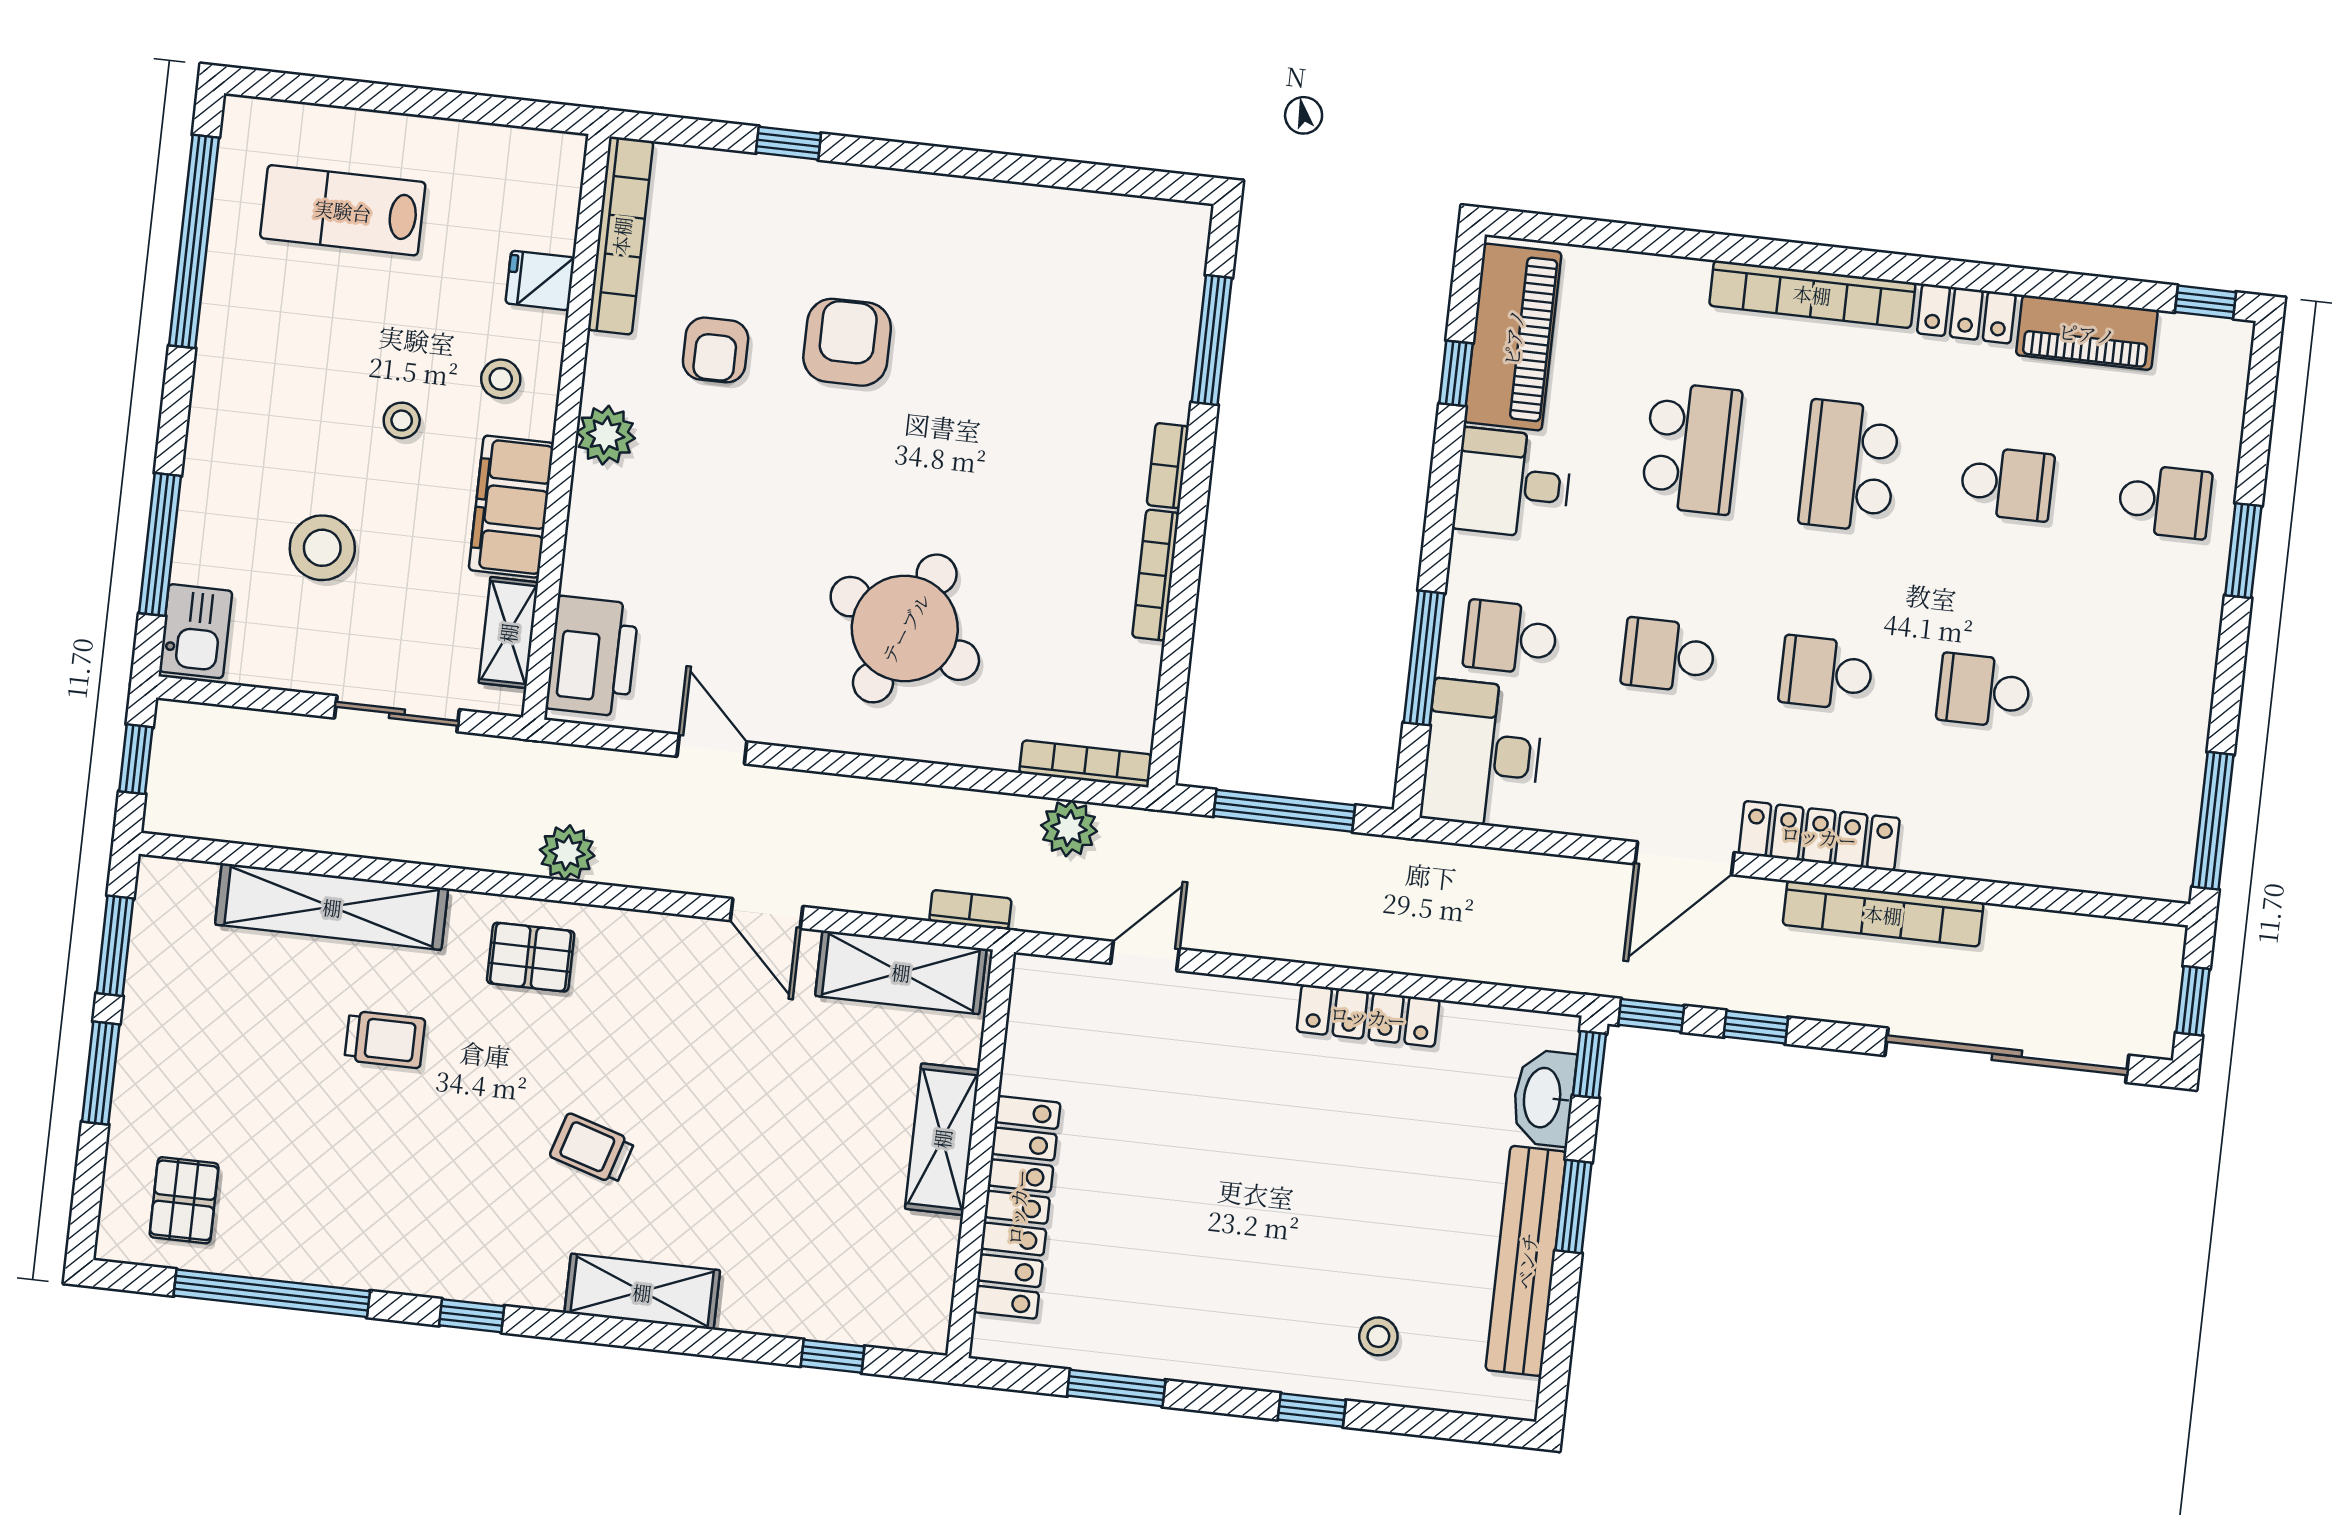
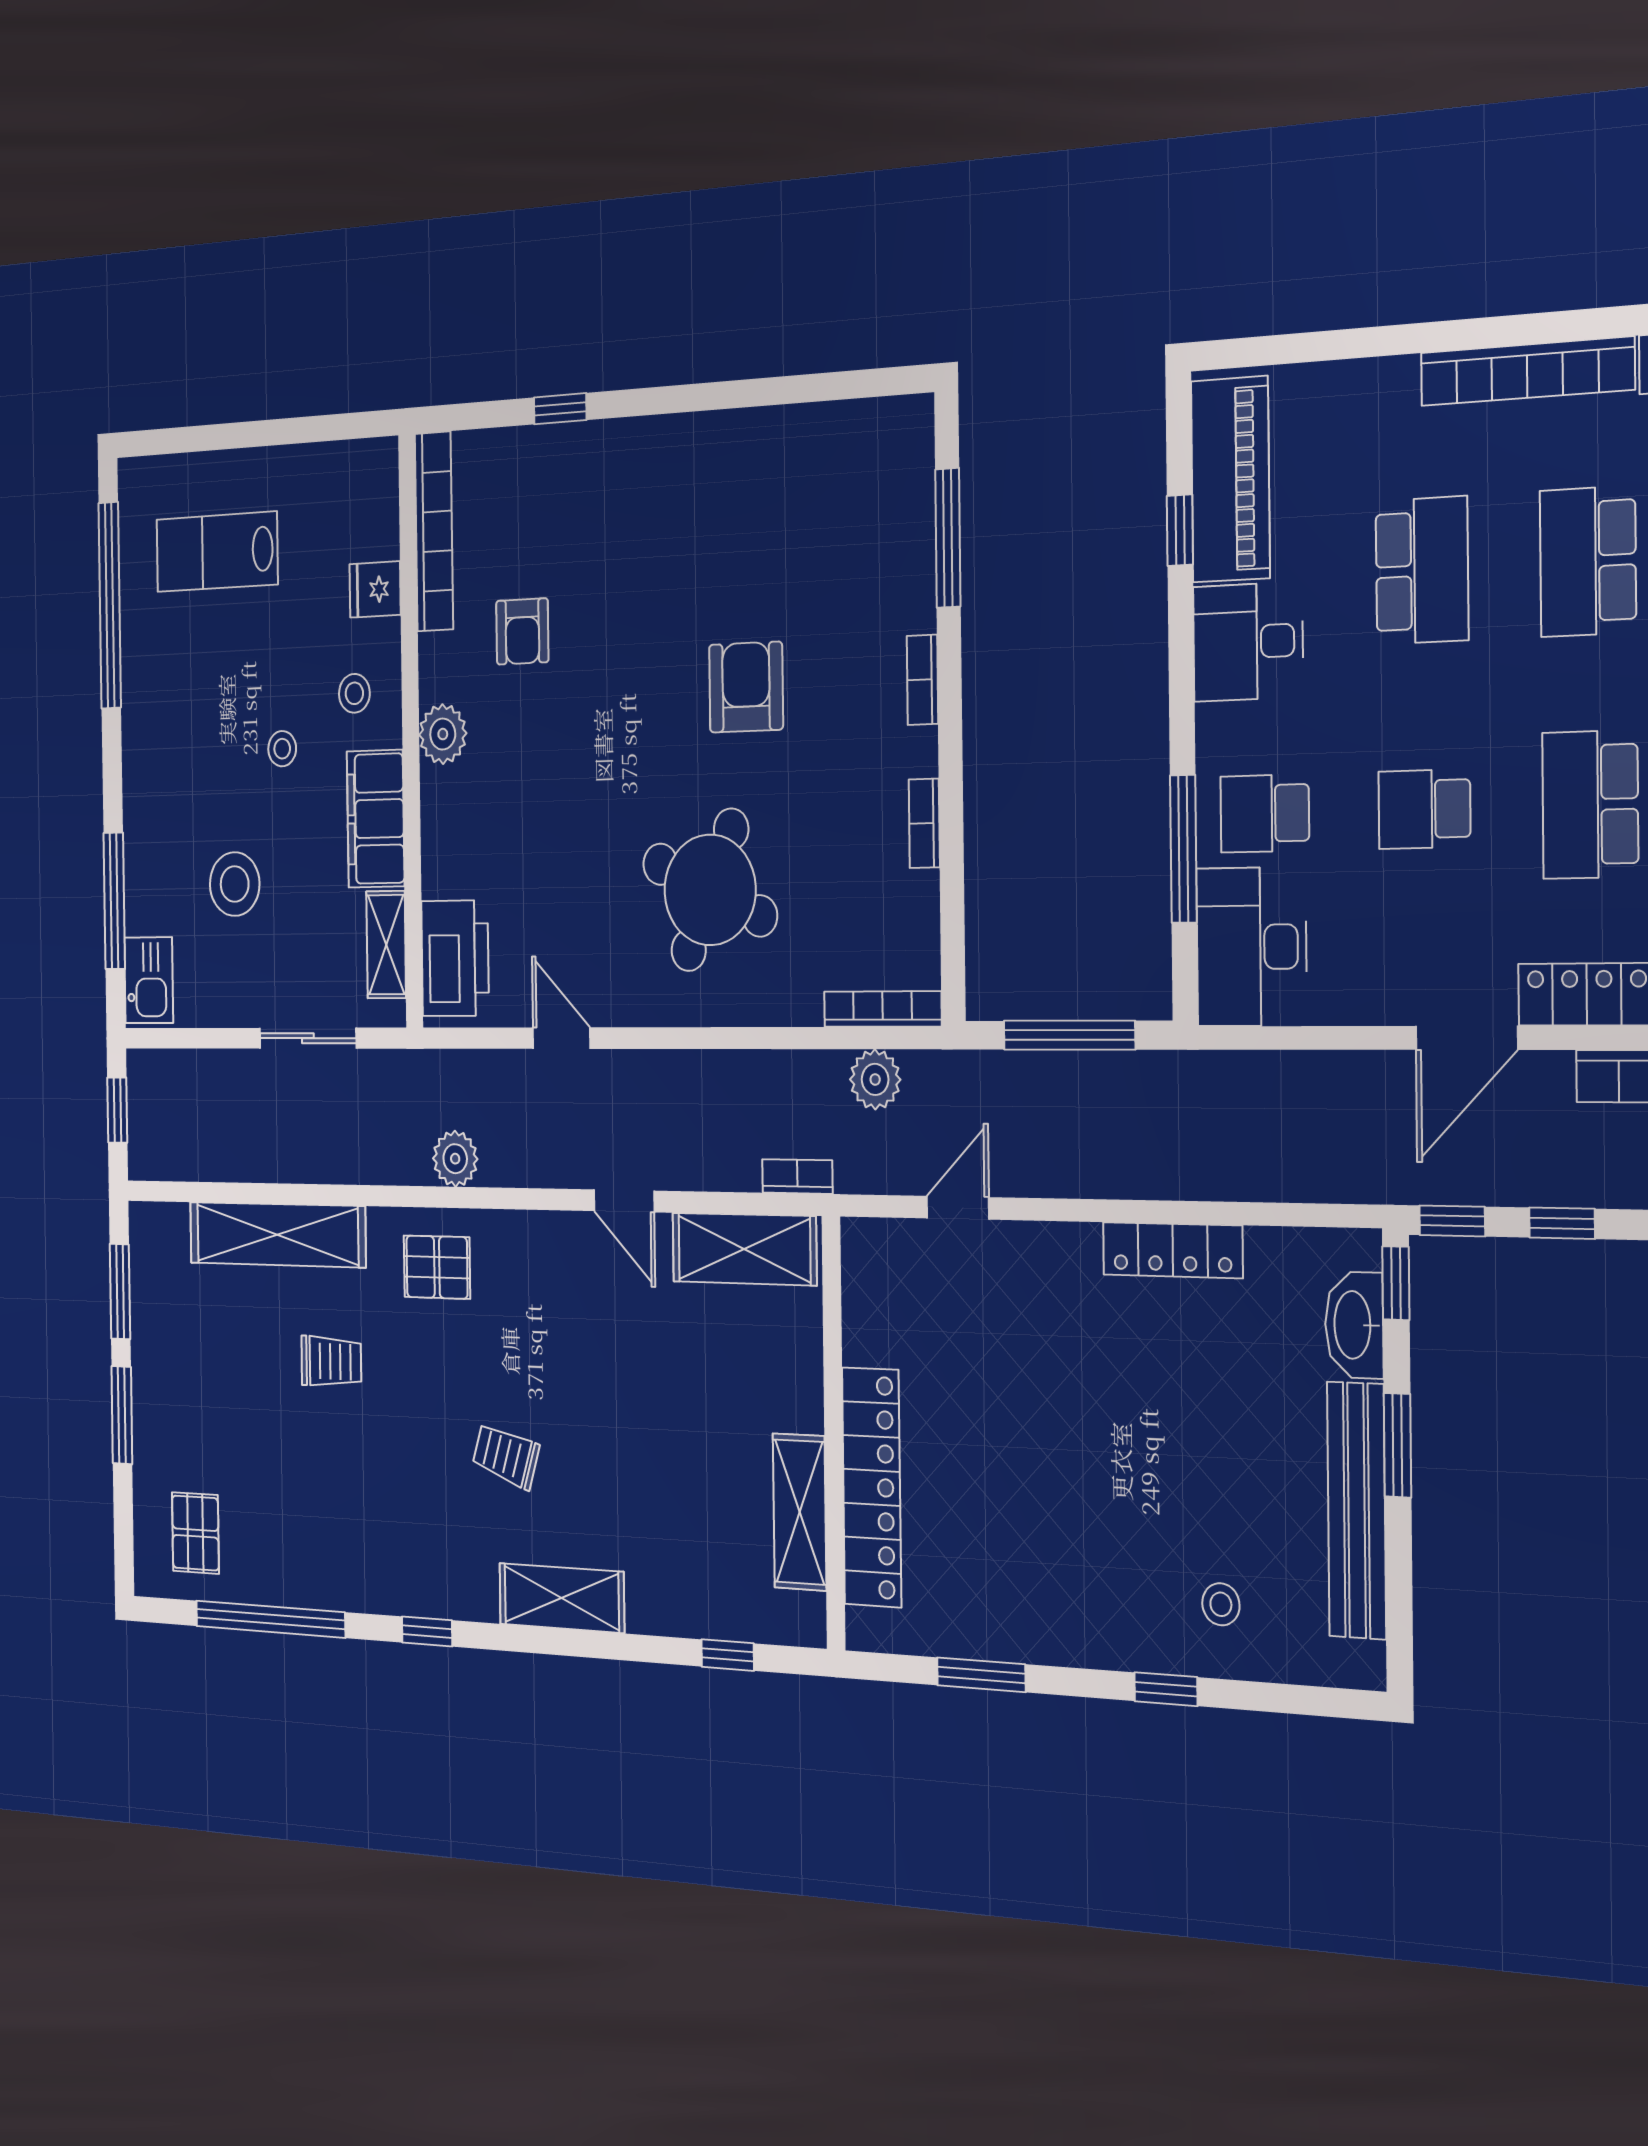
armchair: (847, 342) -> (746, 687), moved
bookcase: (1156, 575) -> (924, 823), width x0.64
school desk: (1826, 673) -> (1590, 805), width x1.85
shelving: (942, 1139) -> (800, 1512), moved

